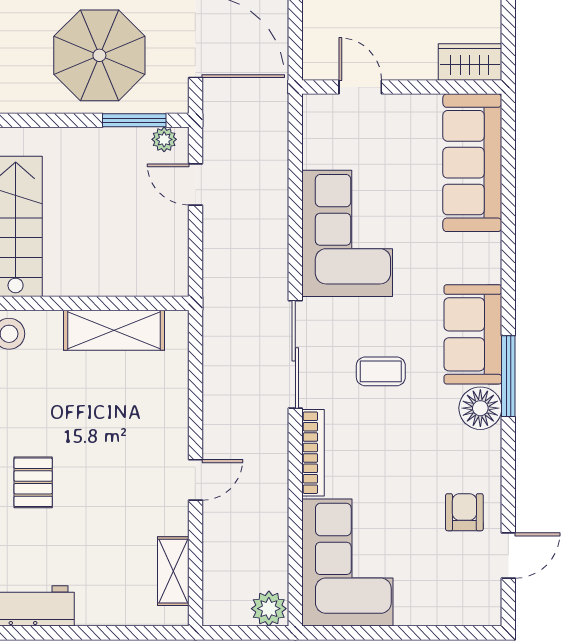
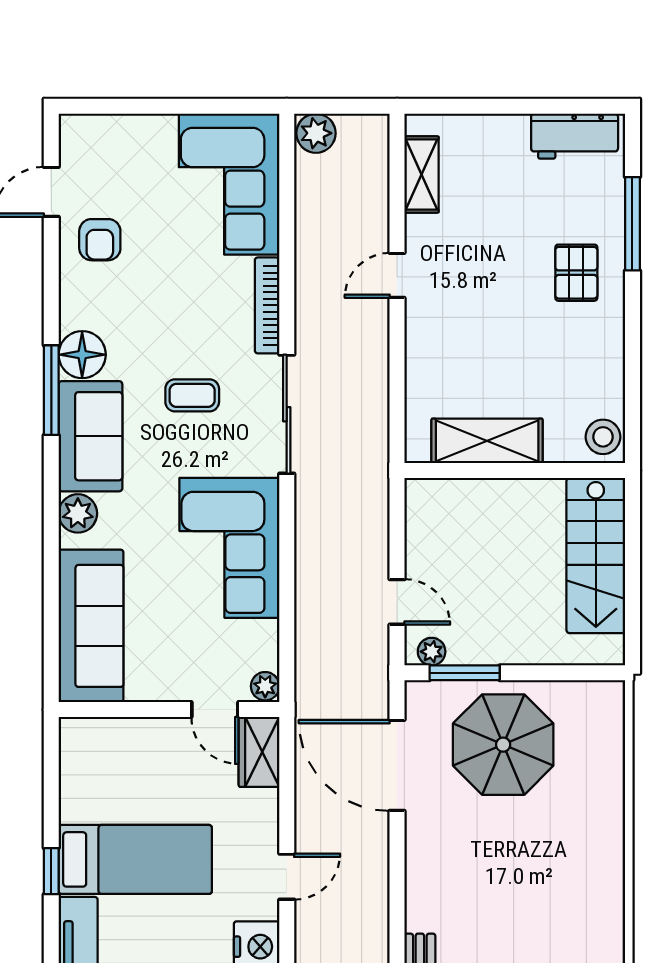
wardrobe: (470, 62) -> (259, 752), moved, turned 90
plant: (315, 108) -> (265, 686), added
plant: (484, 264) -> (78, 513), added

